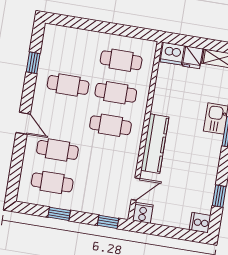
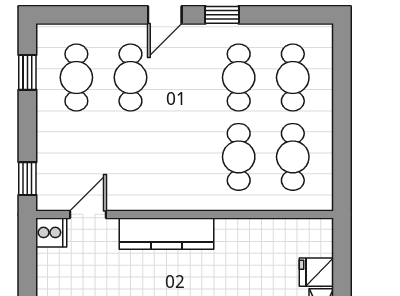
dishwasher: (172, 54) -> (317, 238), removed
window: (33, 63) -> (222, 15), moved
cafe table: (110, 125) -> (293, 77), moved
door: (136, 189) -> (88, 214), swing flipped
window: (59, 214) -> (27, 72), moved

